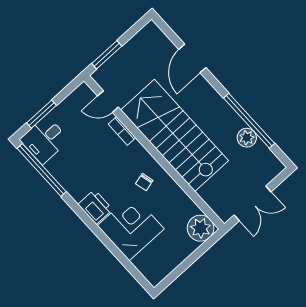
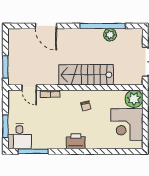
door: (108, 102) -> (29, 87), hinge flipped
stairs: (175, 135) -> (86, 75), width x0.73, depth x0.66
window: (42, 170) -> (33, 151), width x0.68
corner desk: (131, 227) -> (127, 124), moved, turned -90

